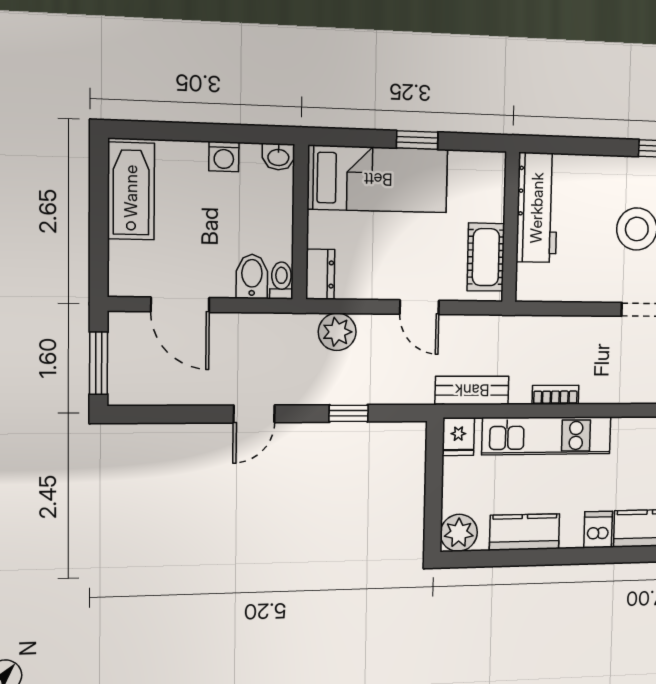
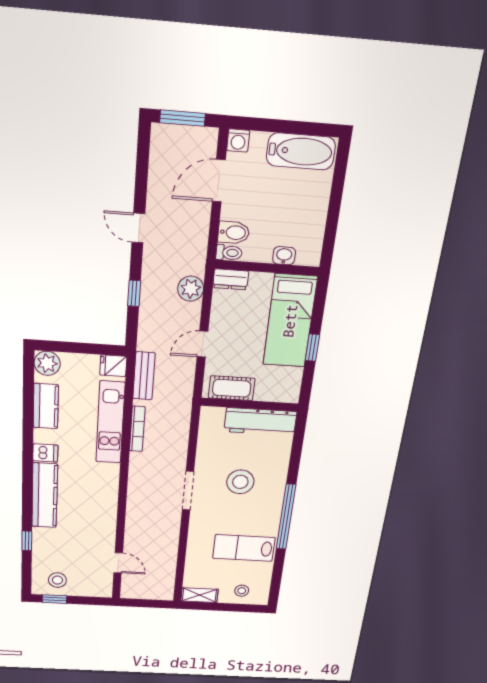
washing machine: (224, 157) -> (238, 140), moved, turned -90
washbasin: (278, 157) -> (284, 256), moved, turned 90
bookcase: (555, 395) -> (137, 429), width x1.56

